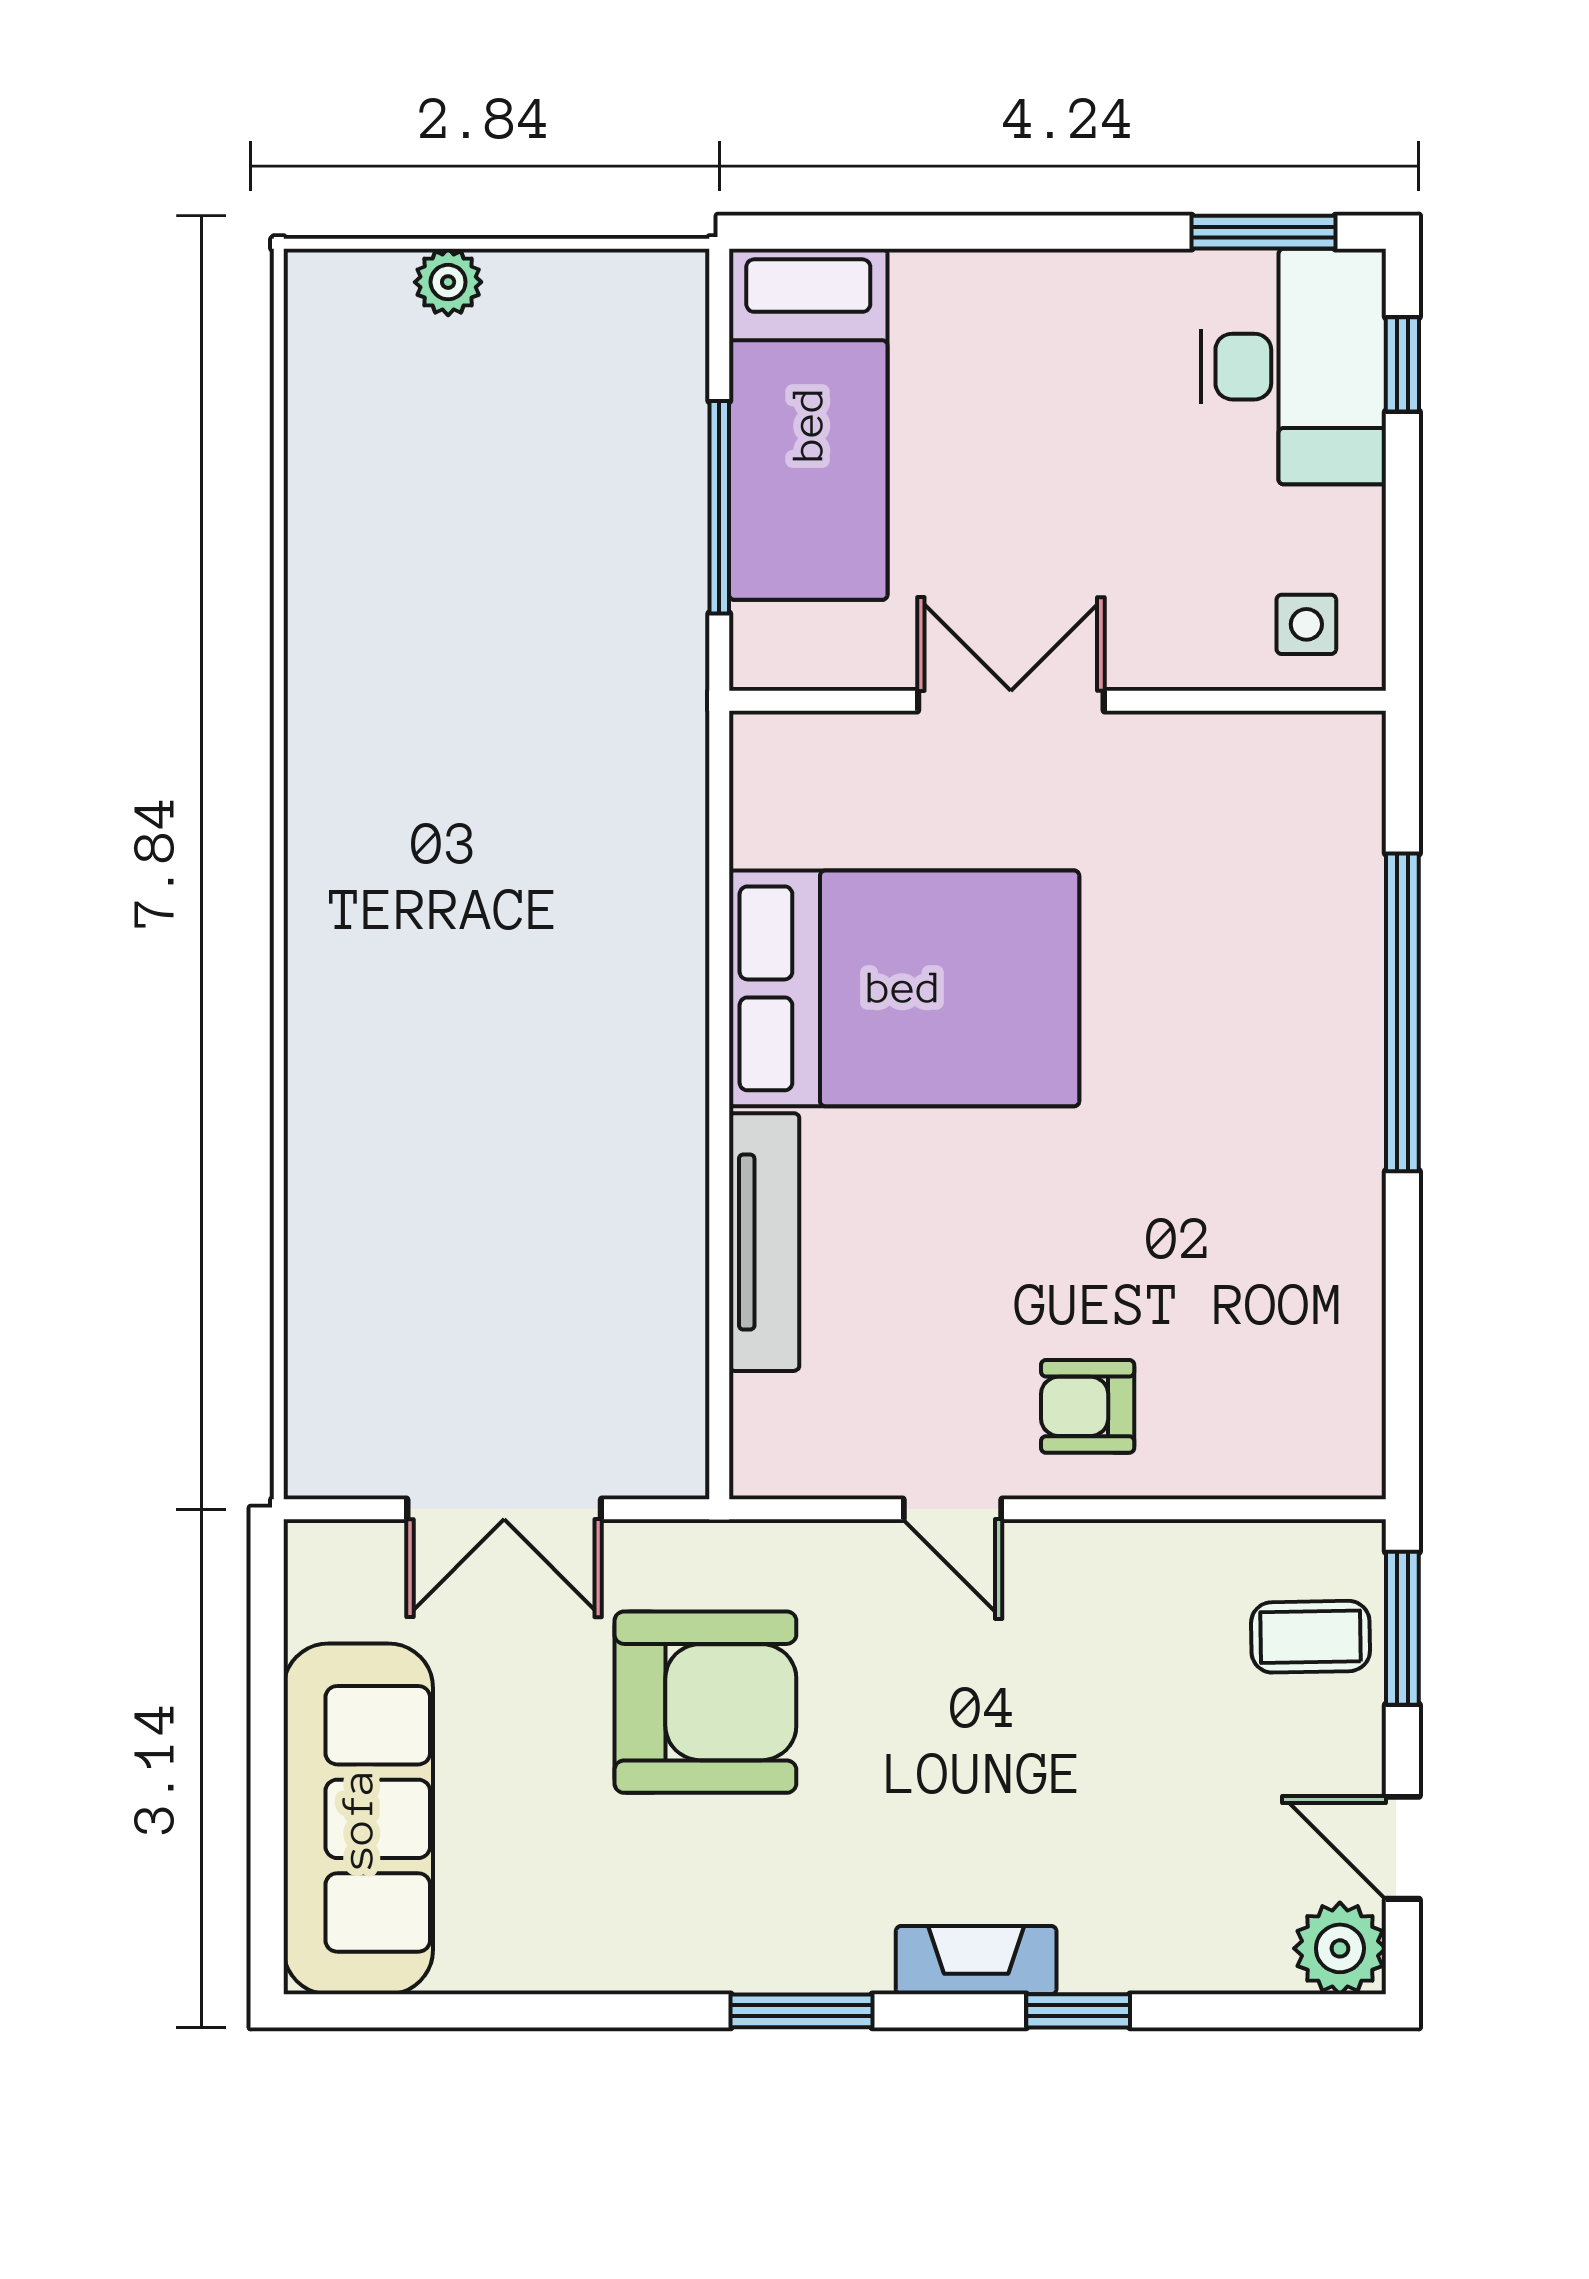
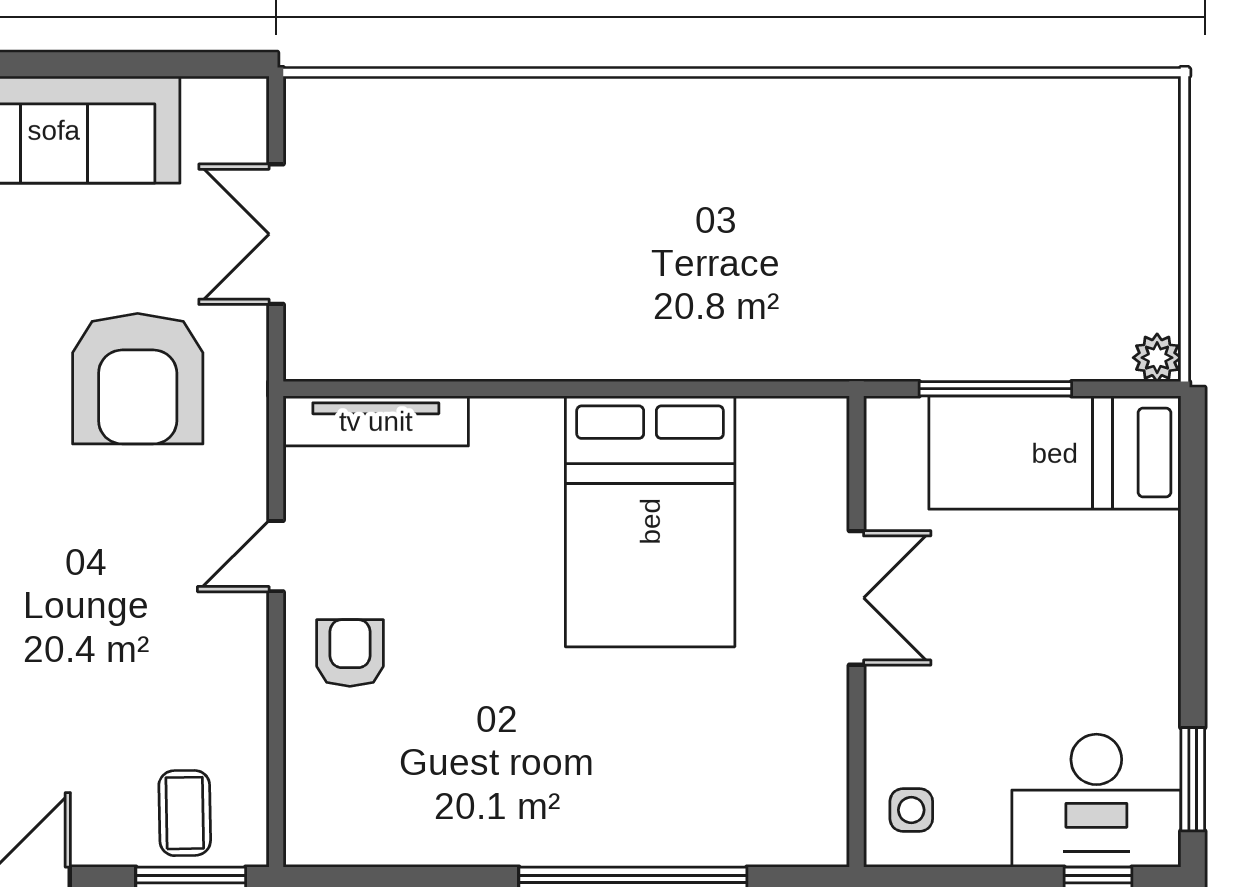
plant: (448, 282) -> (1157, 358), moved
tv unit: (764, 1242) -> (376, 421), moved

